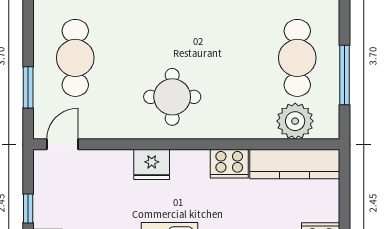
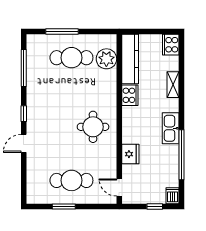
window: (344, 75) -> (62, 32), moved
window: (28, 87) -> (64, 207), moved
fridge: (152, 164) -> (130, 154), moved

